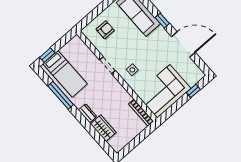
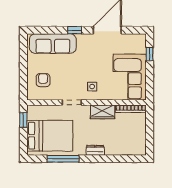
window: (47, 55) -> (23, 120), moved
bed: (65, 74) -> (50, 136), width x1.50
wardrobe: (103, 128) -> (103, 112), moved, turned 180

